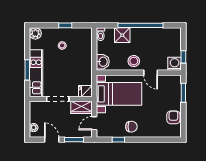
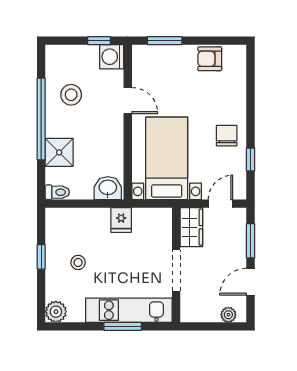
stool: (134, 61) -> (71, 95), moved
door: (151, 73) -> (128, 101), hinge flipped
fridge: (85, 91) -> (121, 220), moved
door: (94, 123) -> (220, 204), swing flipped

